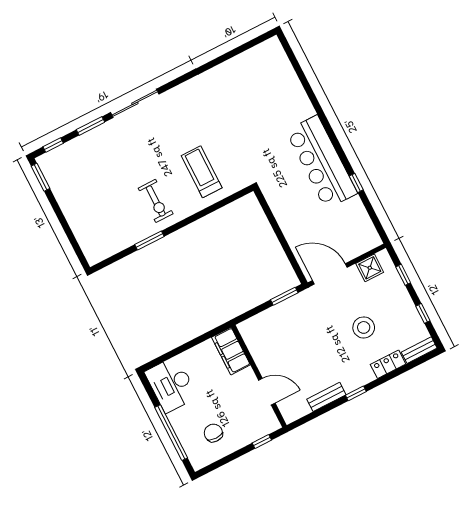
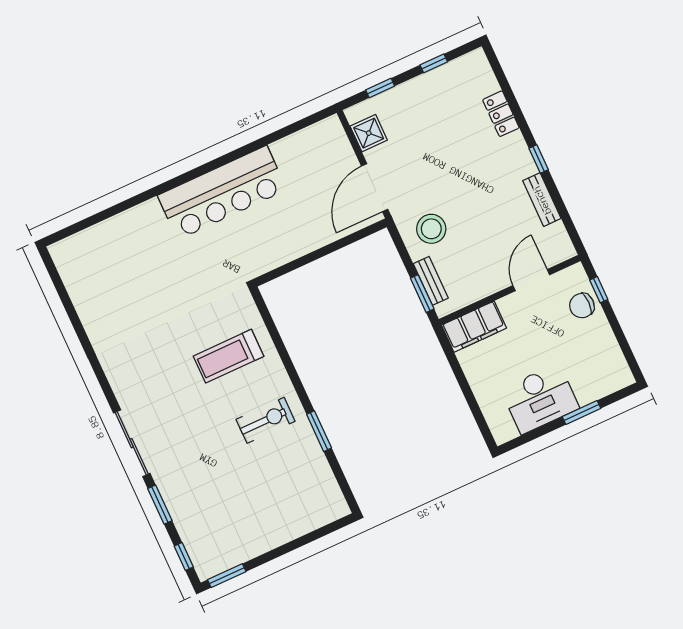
window: (356, 183) -> (253, 147), removed
window: (284, 296) -> (422, 294), moved
stool: (364, 327) -> (431, 229), moved
bench: (419, 350) -> (431, 281), moved
desk: (171, 384) -> (540, 399), moved
window: (171, 433) -> (581, 413), width x0.47
chair: (213, 433) -> (582, 306), moved

